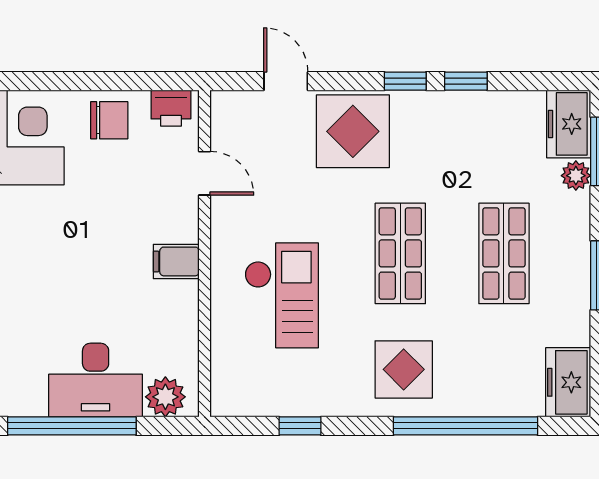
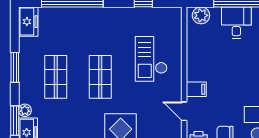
filing cabinet: (176, 261) -> (196, 89), moved
display table: (404, 369) -> (99, 27), removed
desk: (96, 380) -> (236, 23), width x0.73

